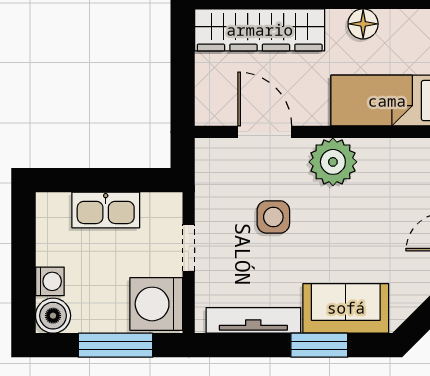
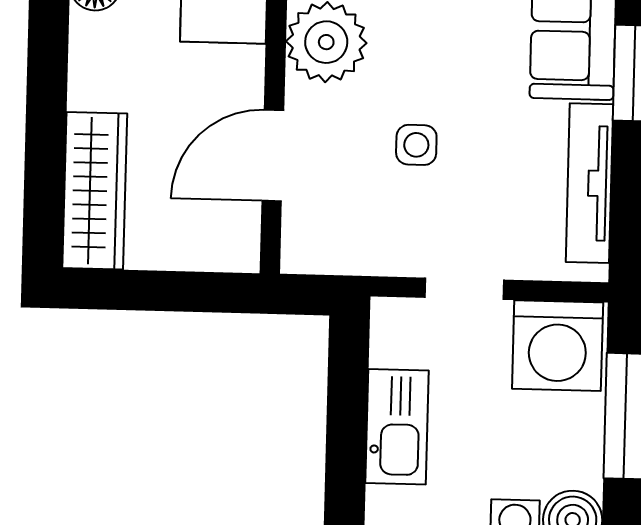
wardrobe: (260, 30) -> (95, 191), width x0.71, depth x0.85
side table: (273, 217) -> (416, 145), width x0.73, depth x0.73

